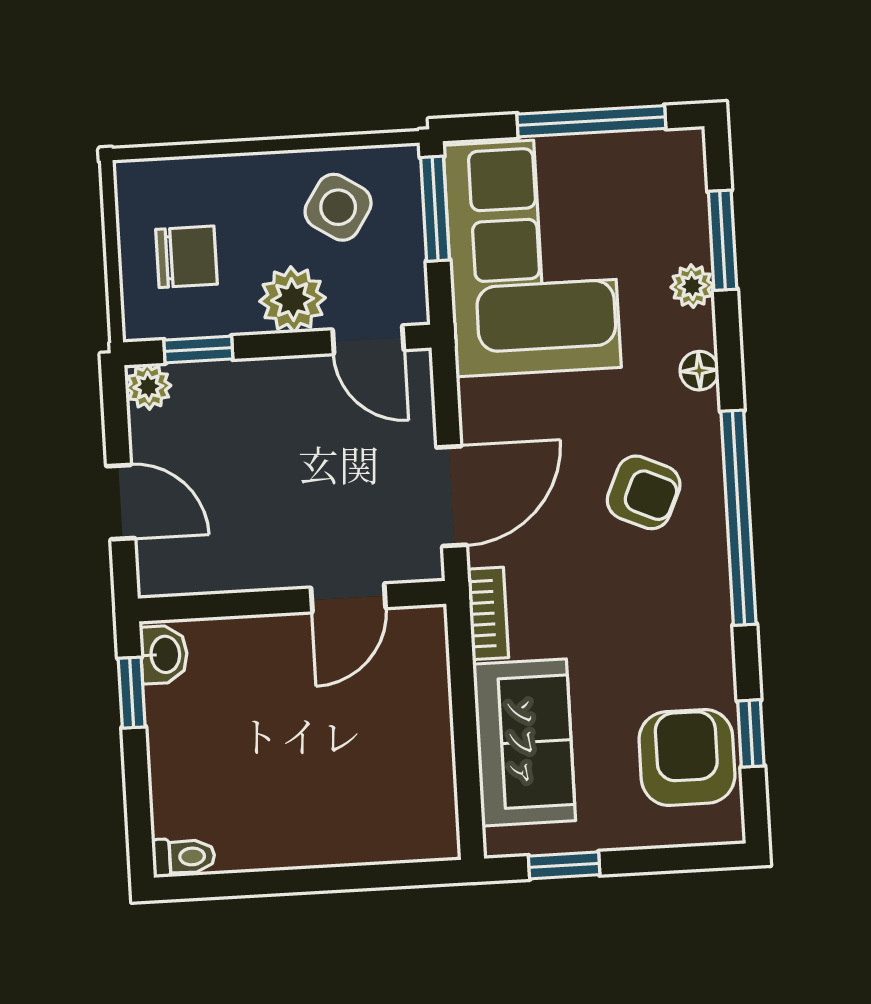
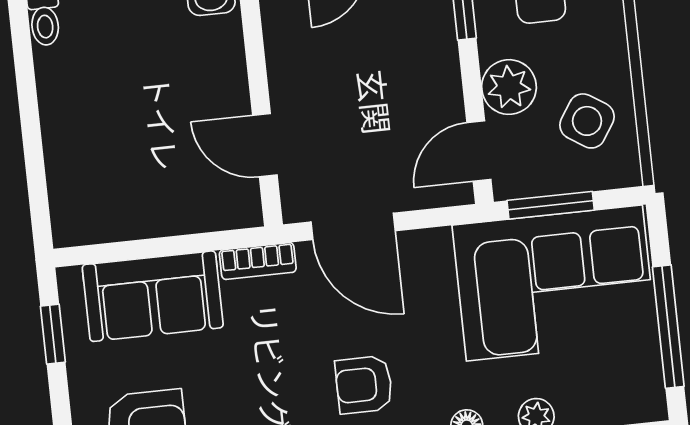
window: (435, 209) -> (551, 205), moved
armchair: (644, 492) -> (364, 385), turned 66

